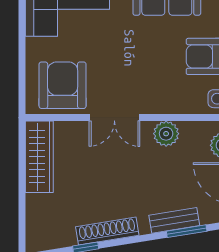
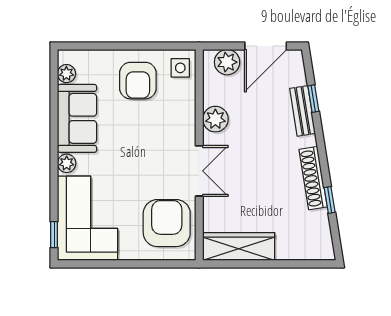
armchair: (63, 85) -> (167, 223), turned 90
window: (187, 231) -> (313, 99), width x0.67

